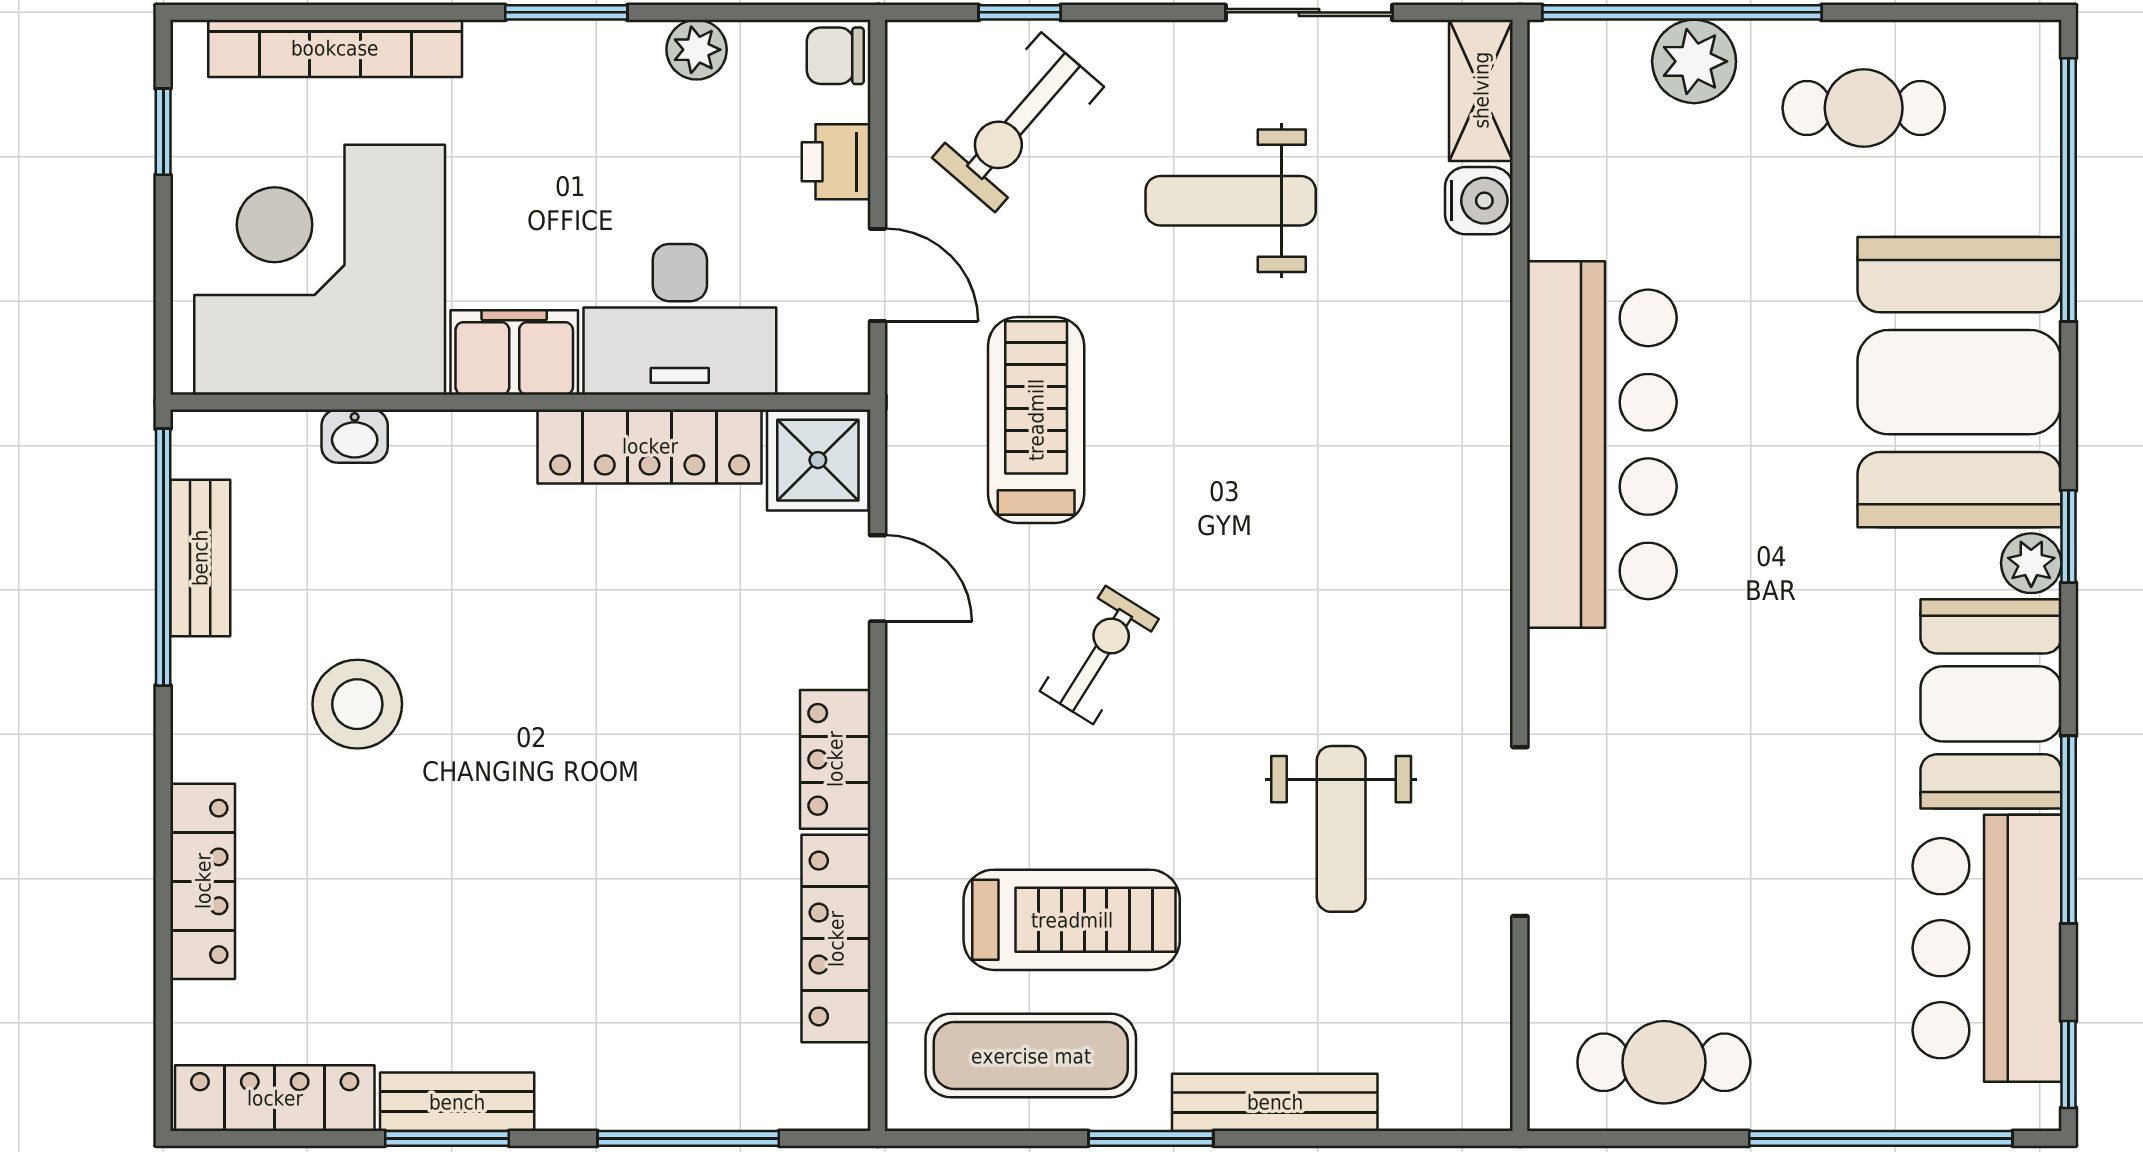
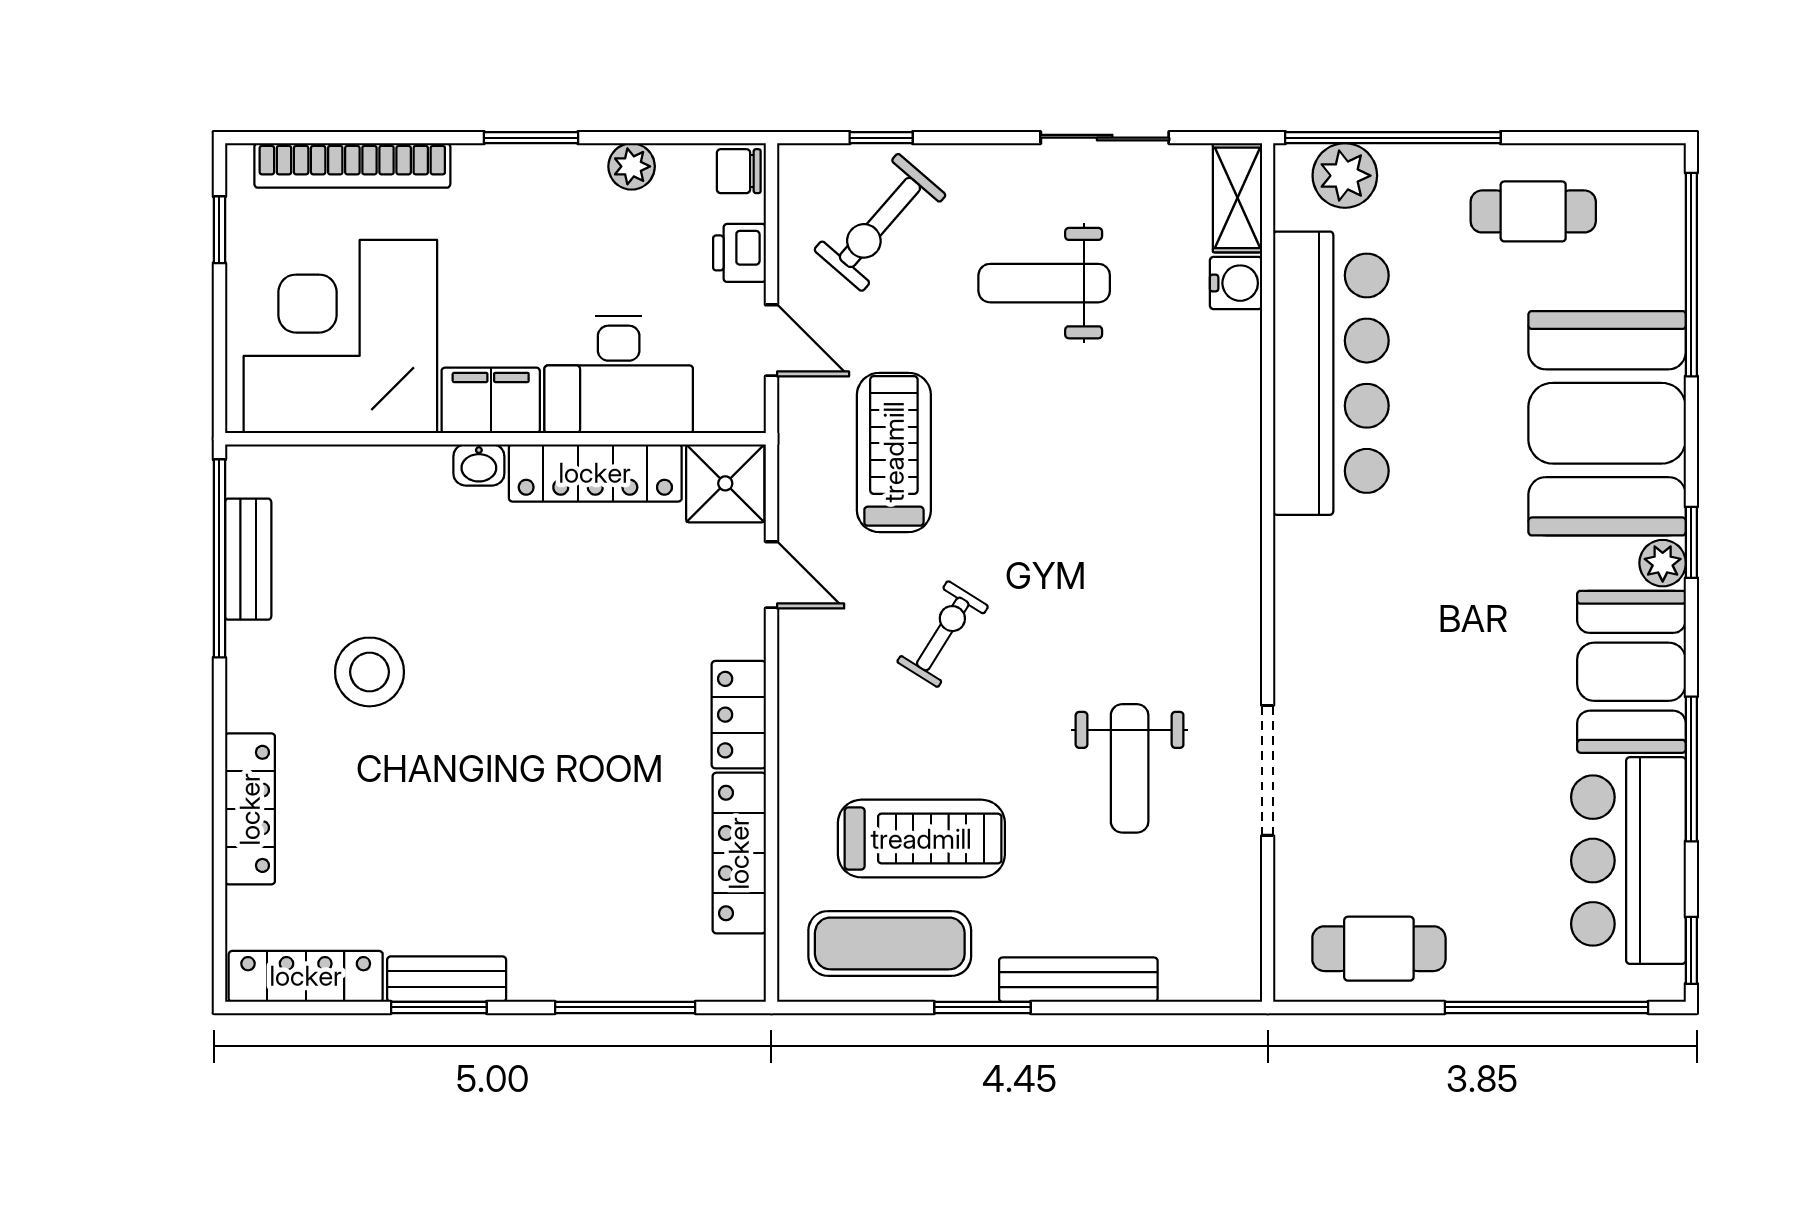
plant: (1694, 61) -> (1345, 176), moved
washbasin: (355, 436) -> (479, 465), moved
bar counter: (1602, 444) -> (1331, 373), moved

